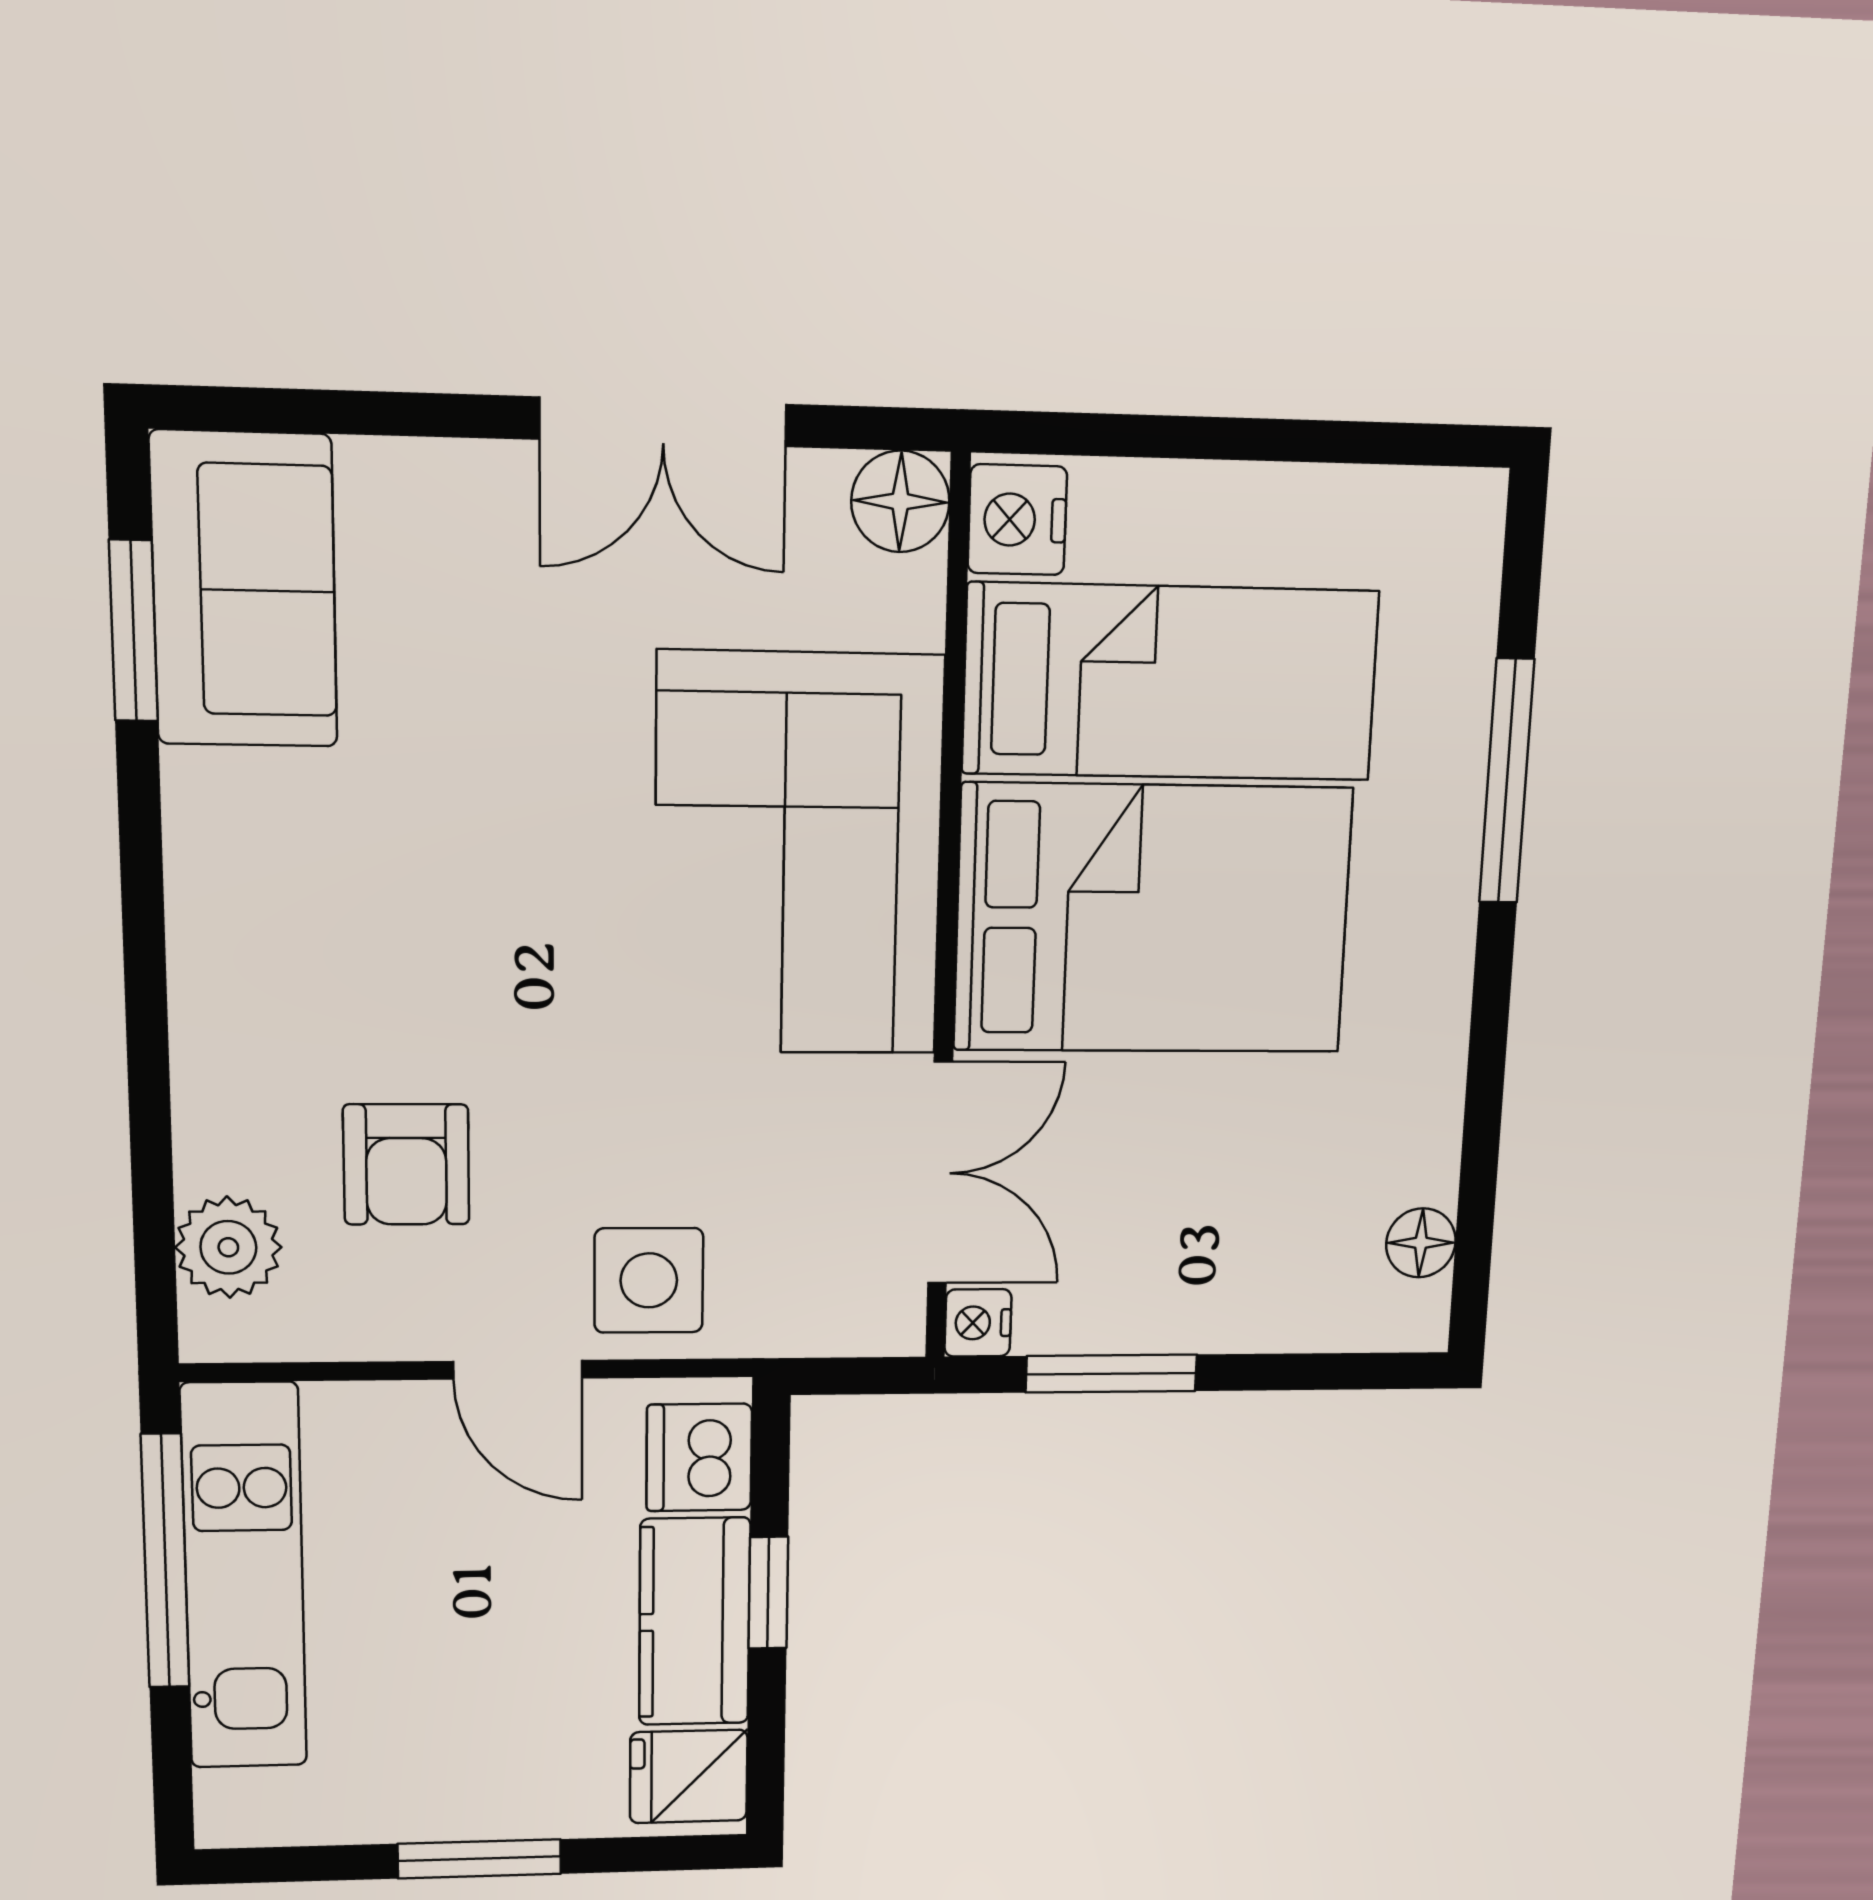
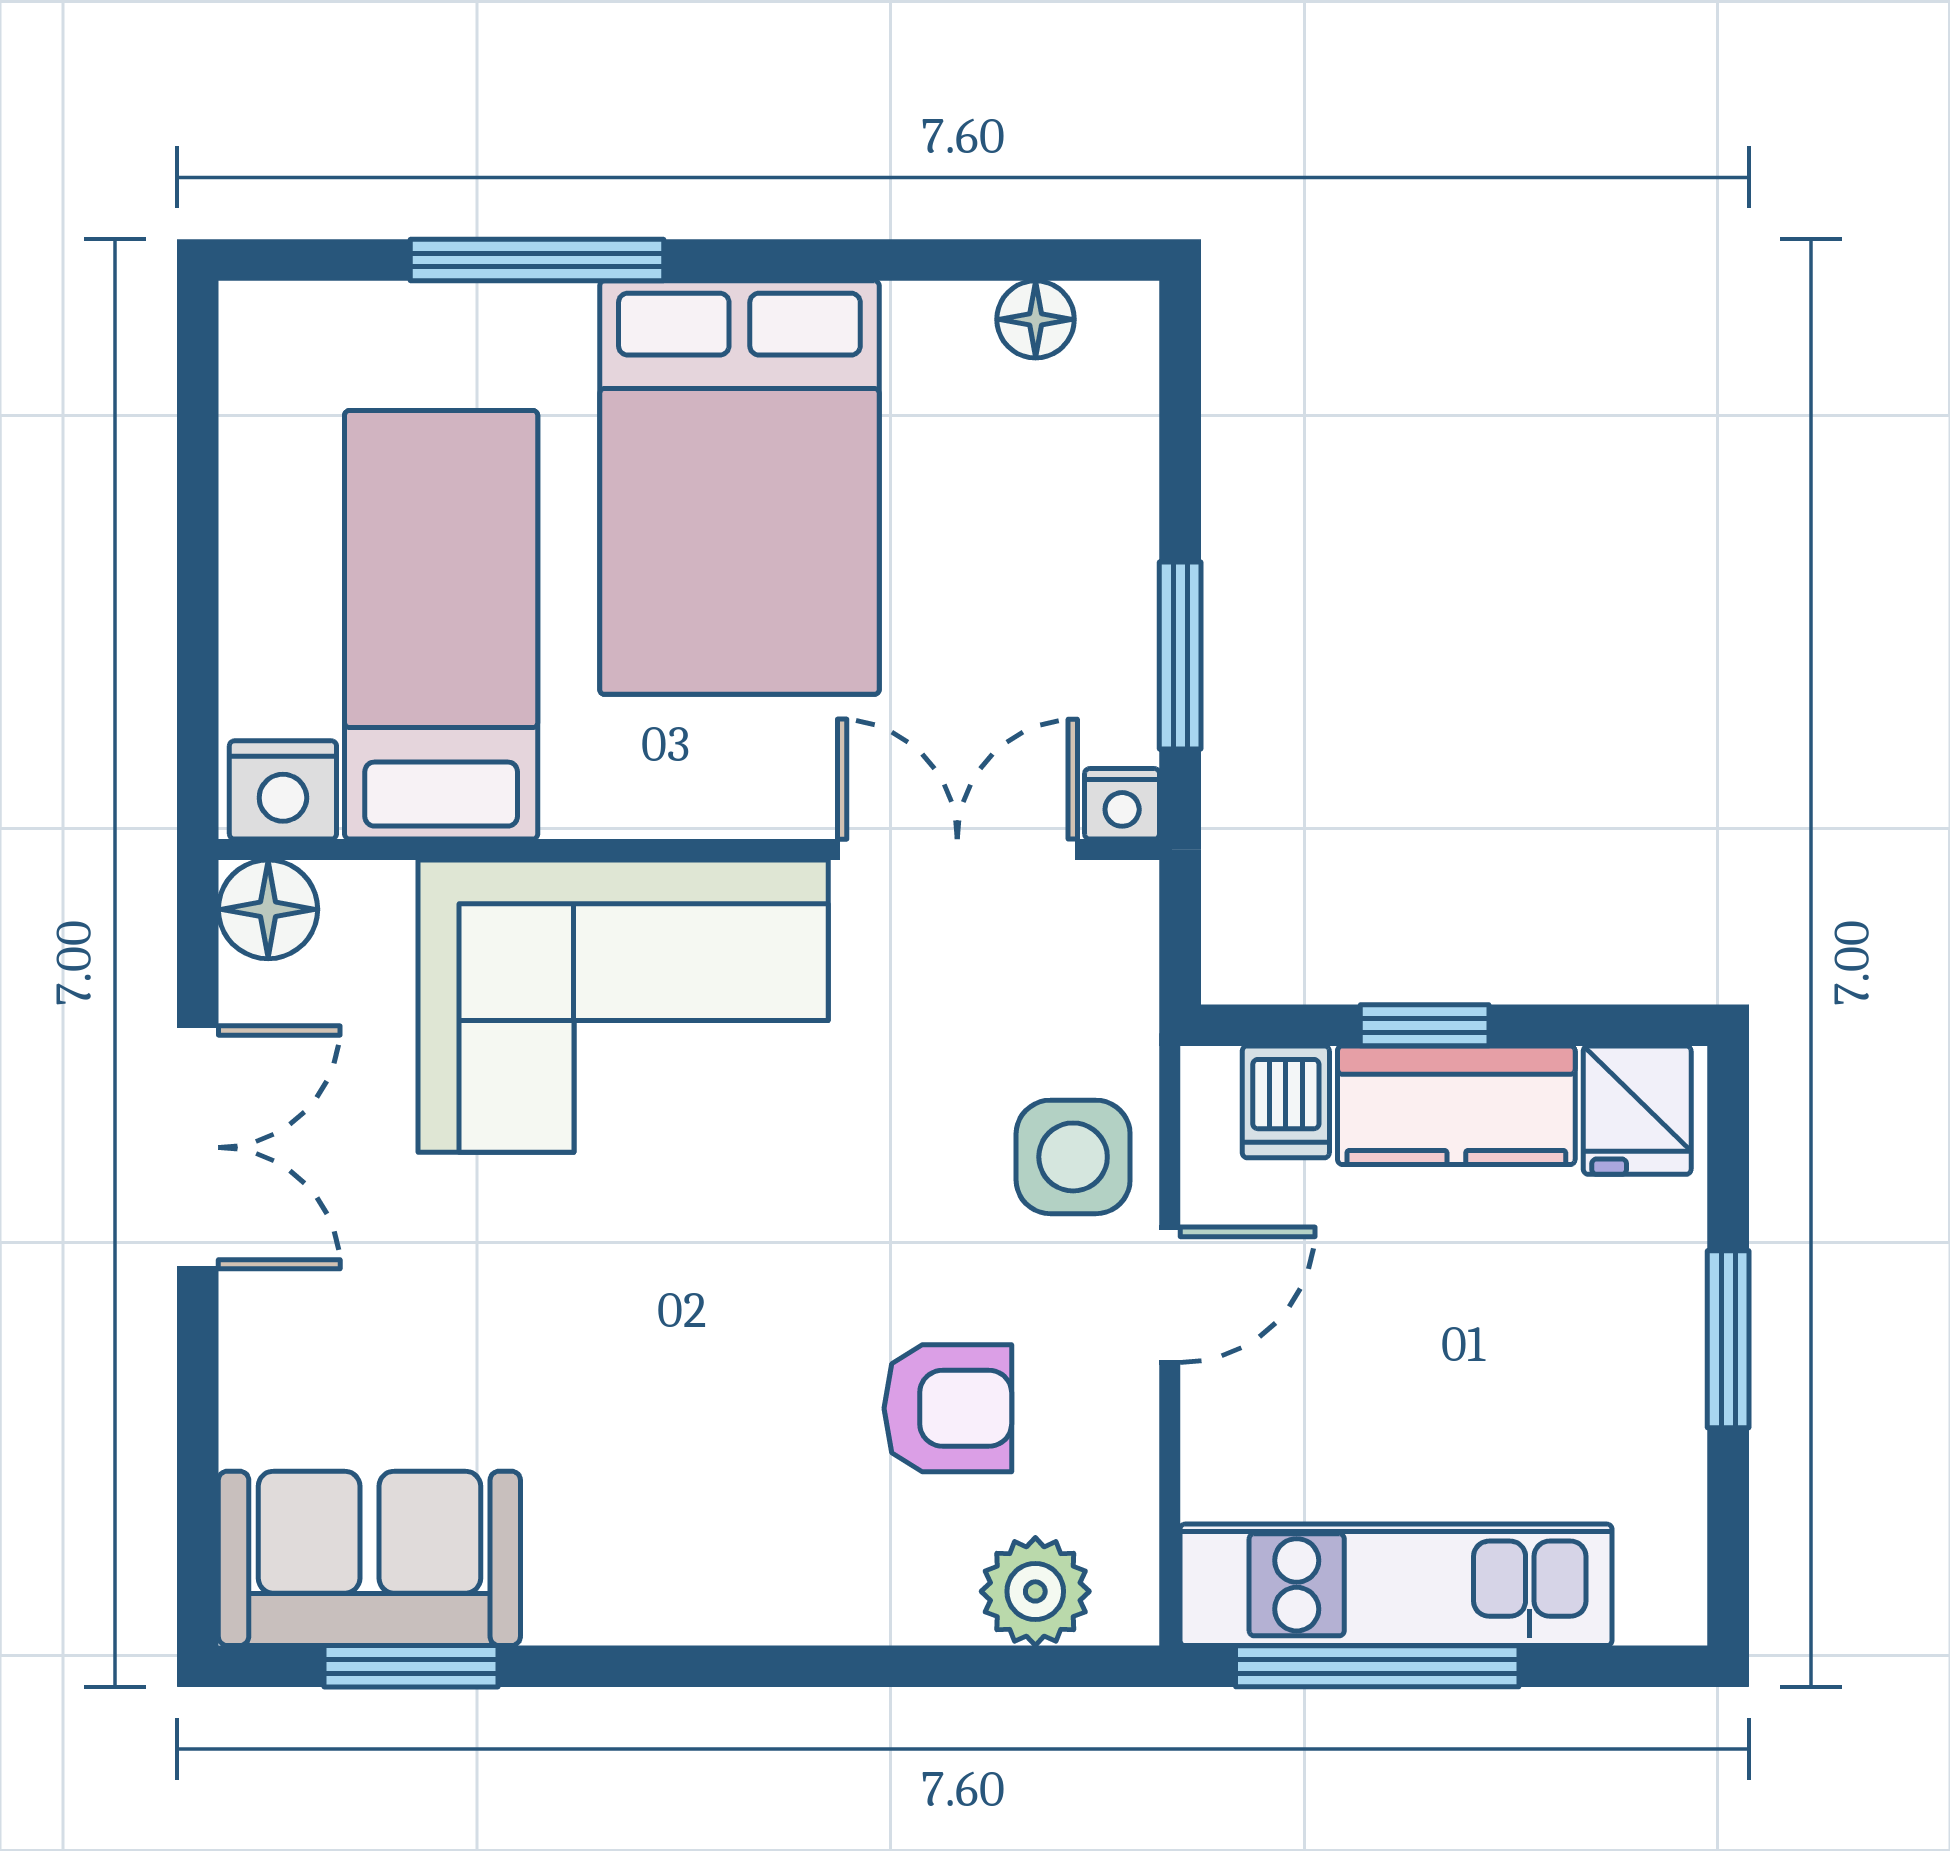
bed: (1153, 919) -> (739, 488), moved, turned 180
dishwasher: (699, 1457) -> (1286, 1102), width x0.73

